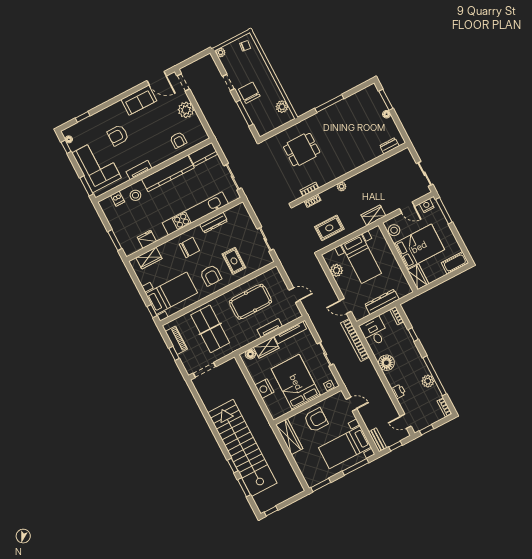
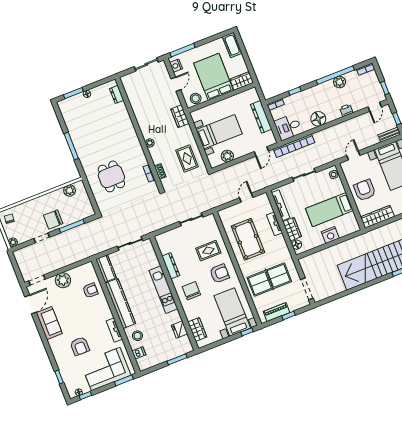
kitchen unit: (195, 213) -> (163, 290), width x0.73
bed: (296, 382) -> (329, 210), width x0.67

